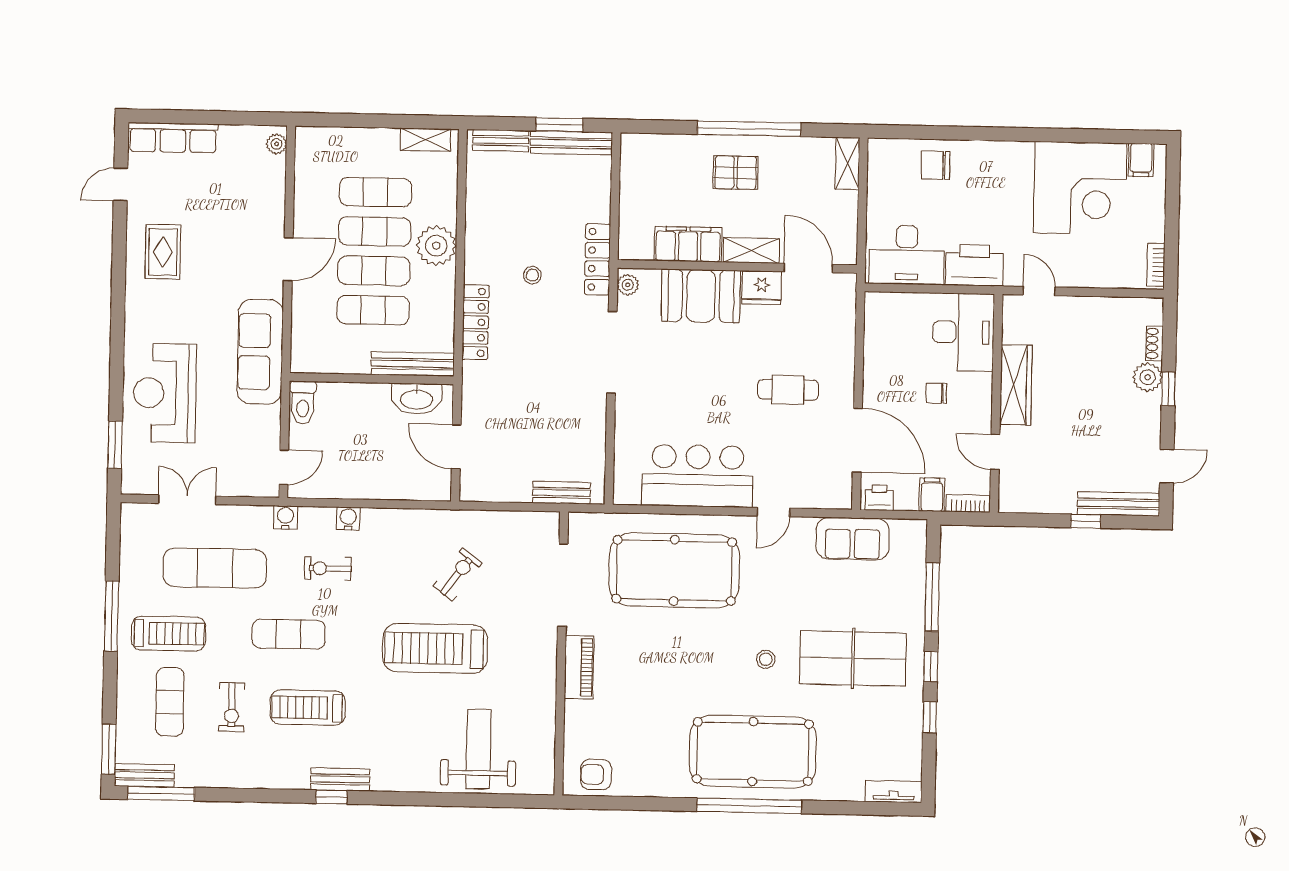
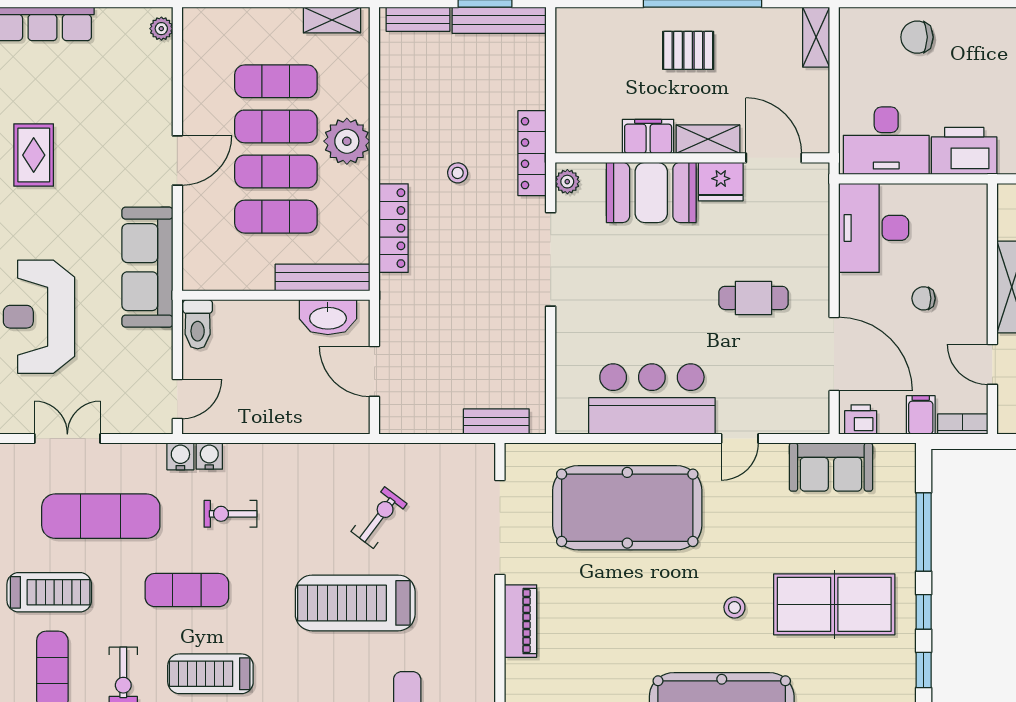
filing cabinet: (688, 244) -> (648, 136), width x0.67, depth x0.86
desk: (963, 332) -> (874, 228), moved, turned 180
water cooler: (348, 518) -> (209, 456), moved

